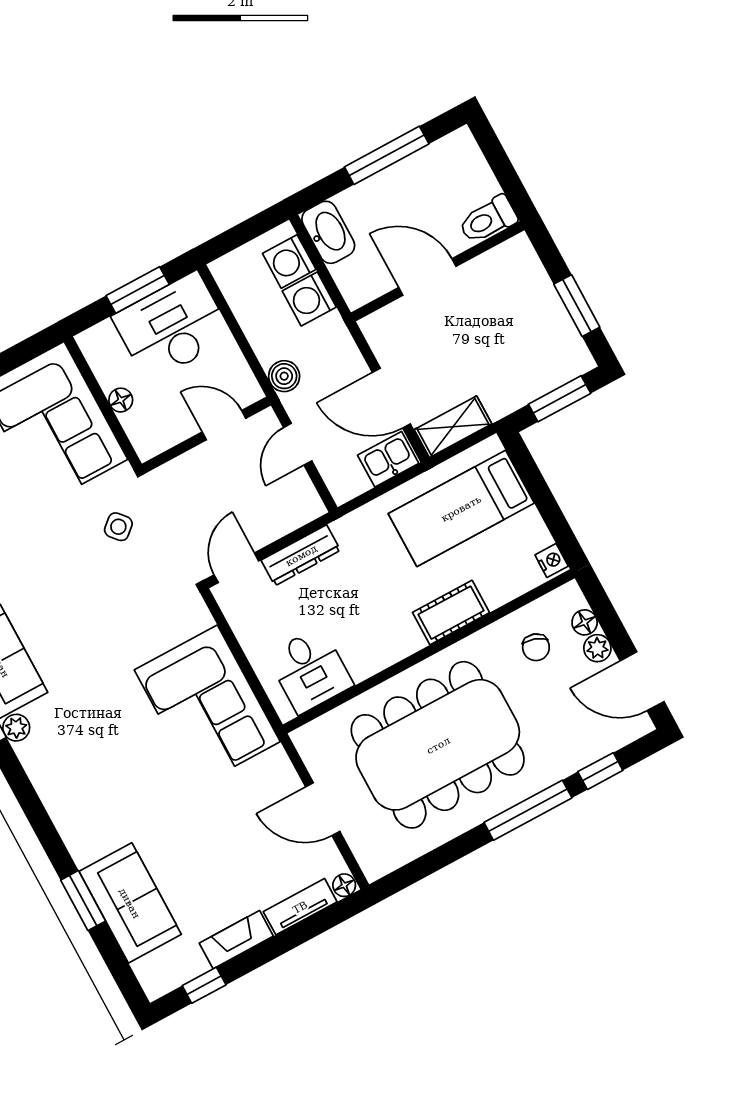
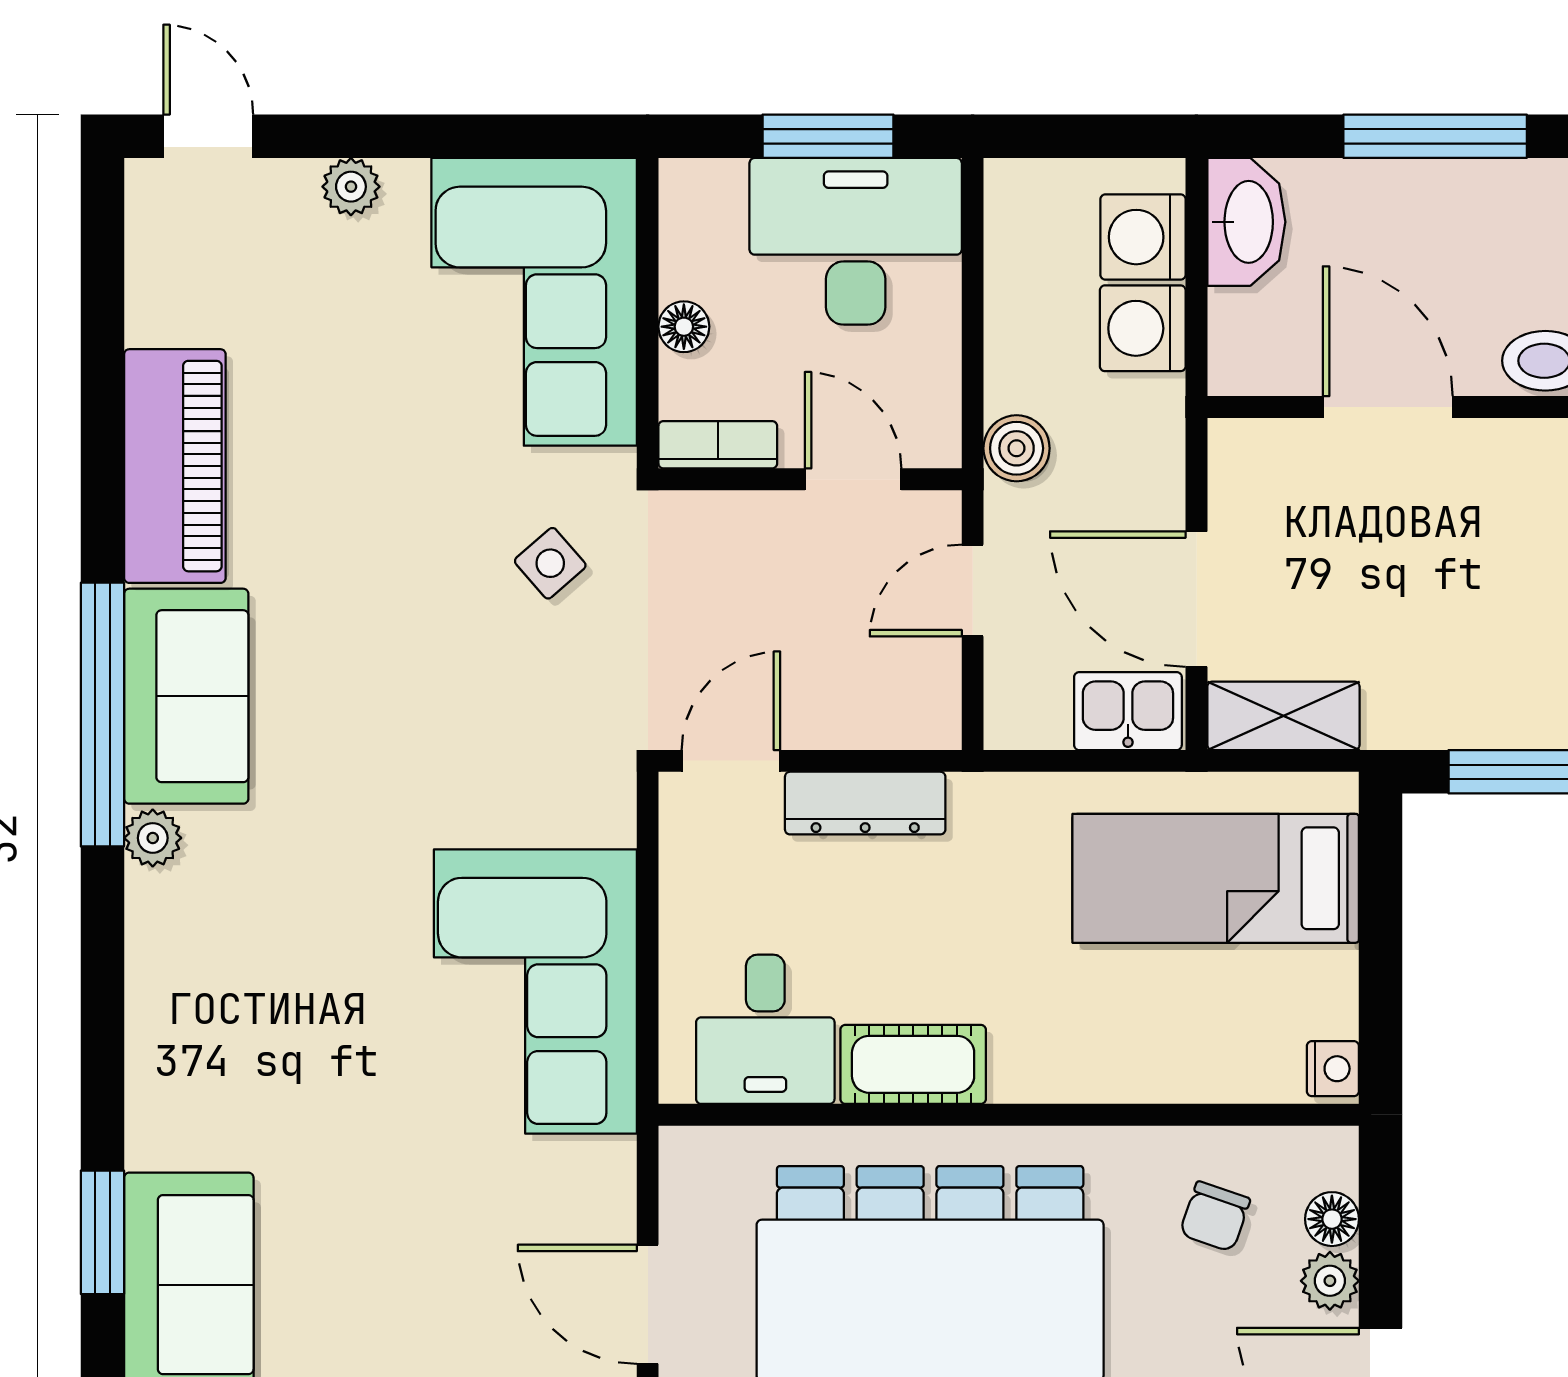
bookcase: (161, 441) -> (718, 445), added
cot: (451, 613) -> (913, 1064), moved

